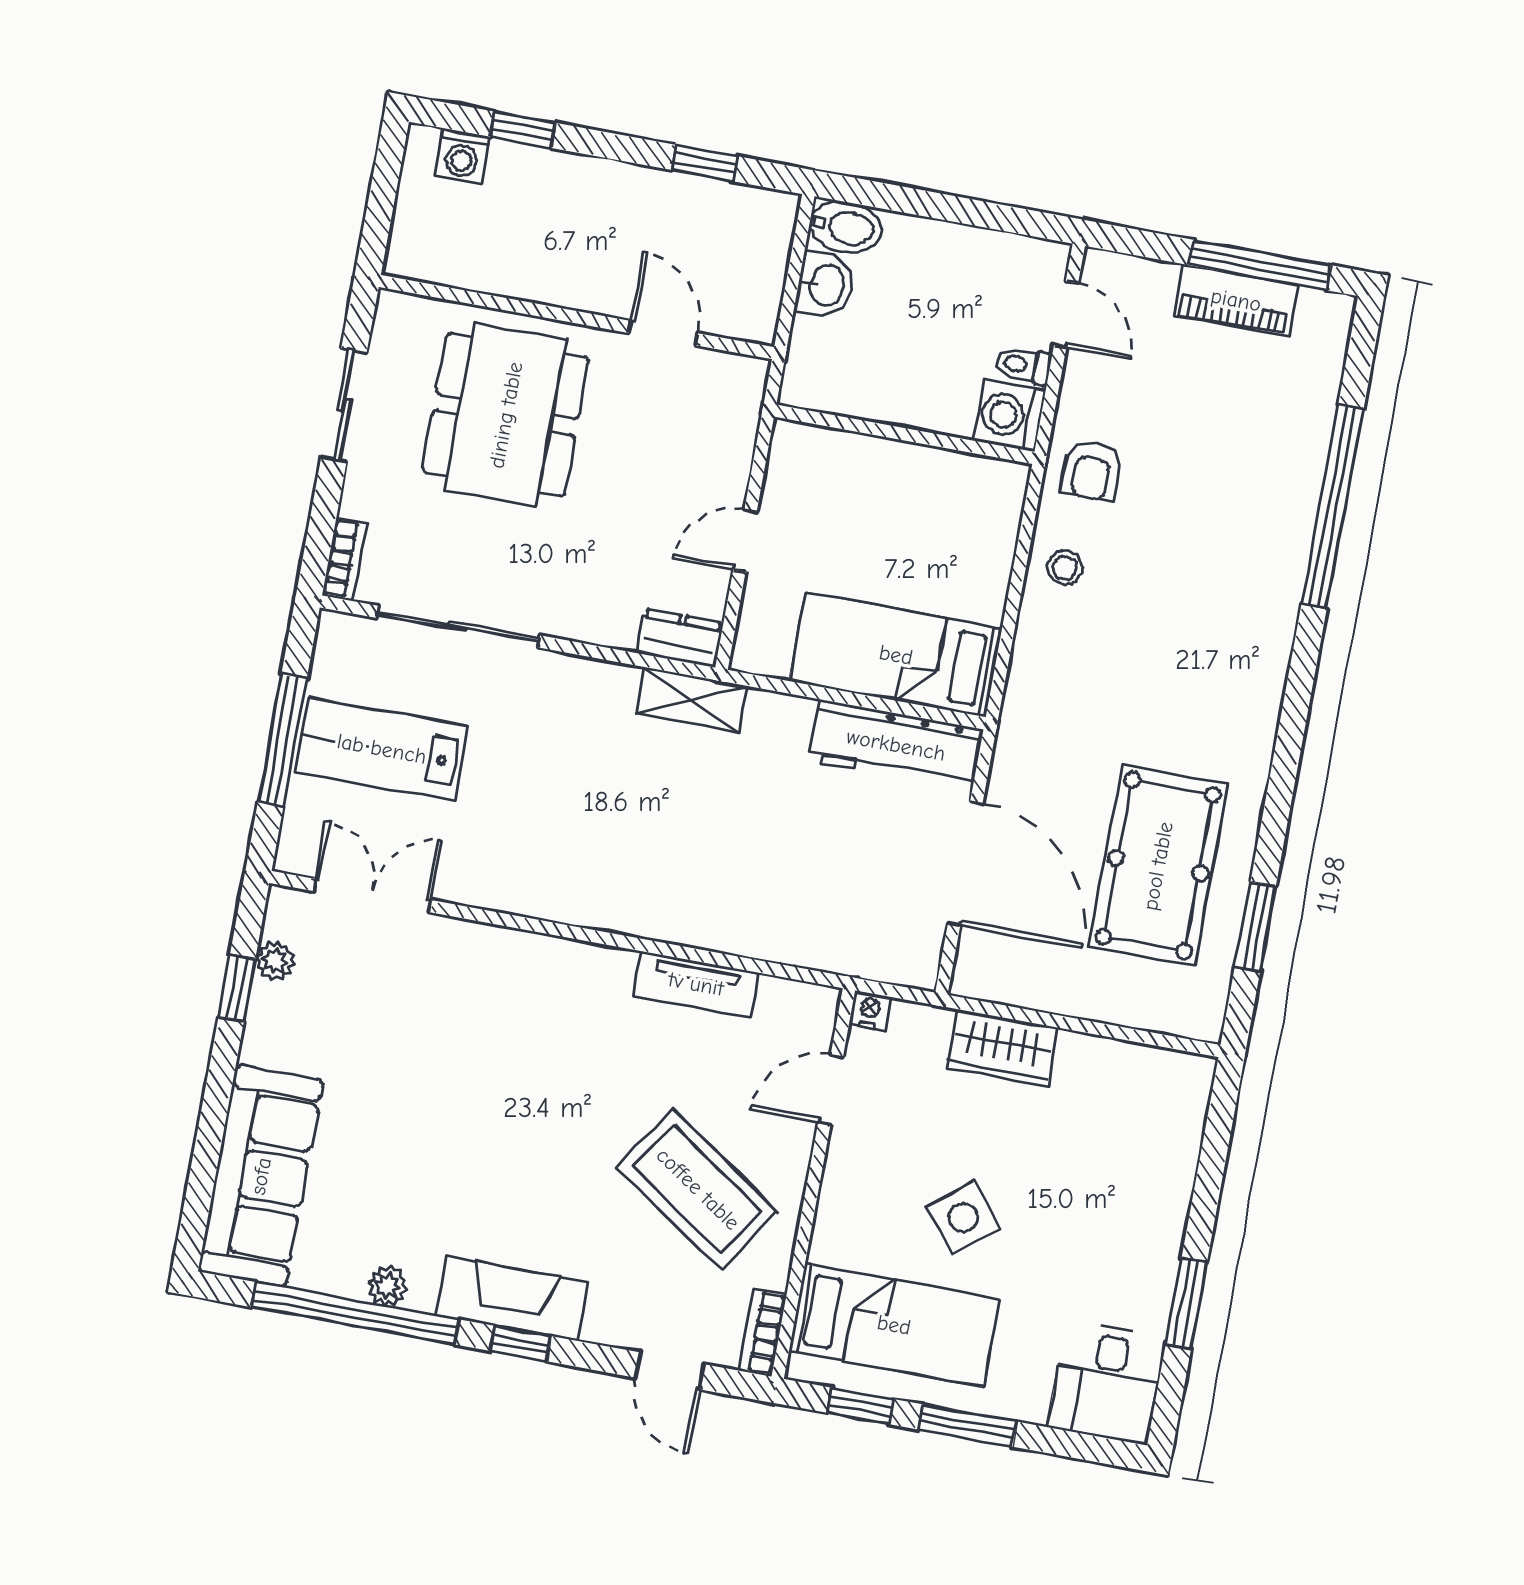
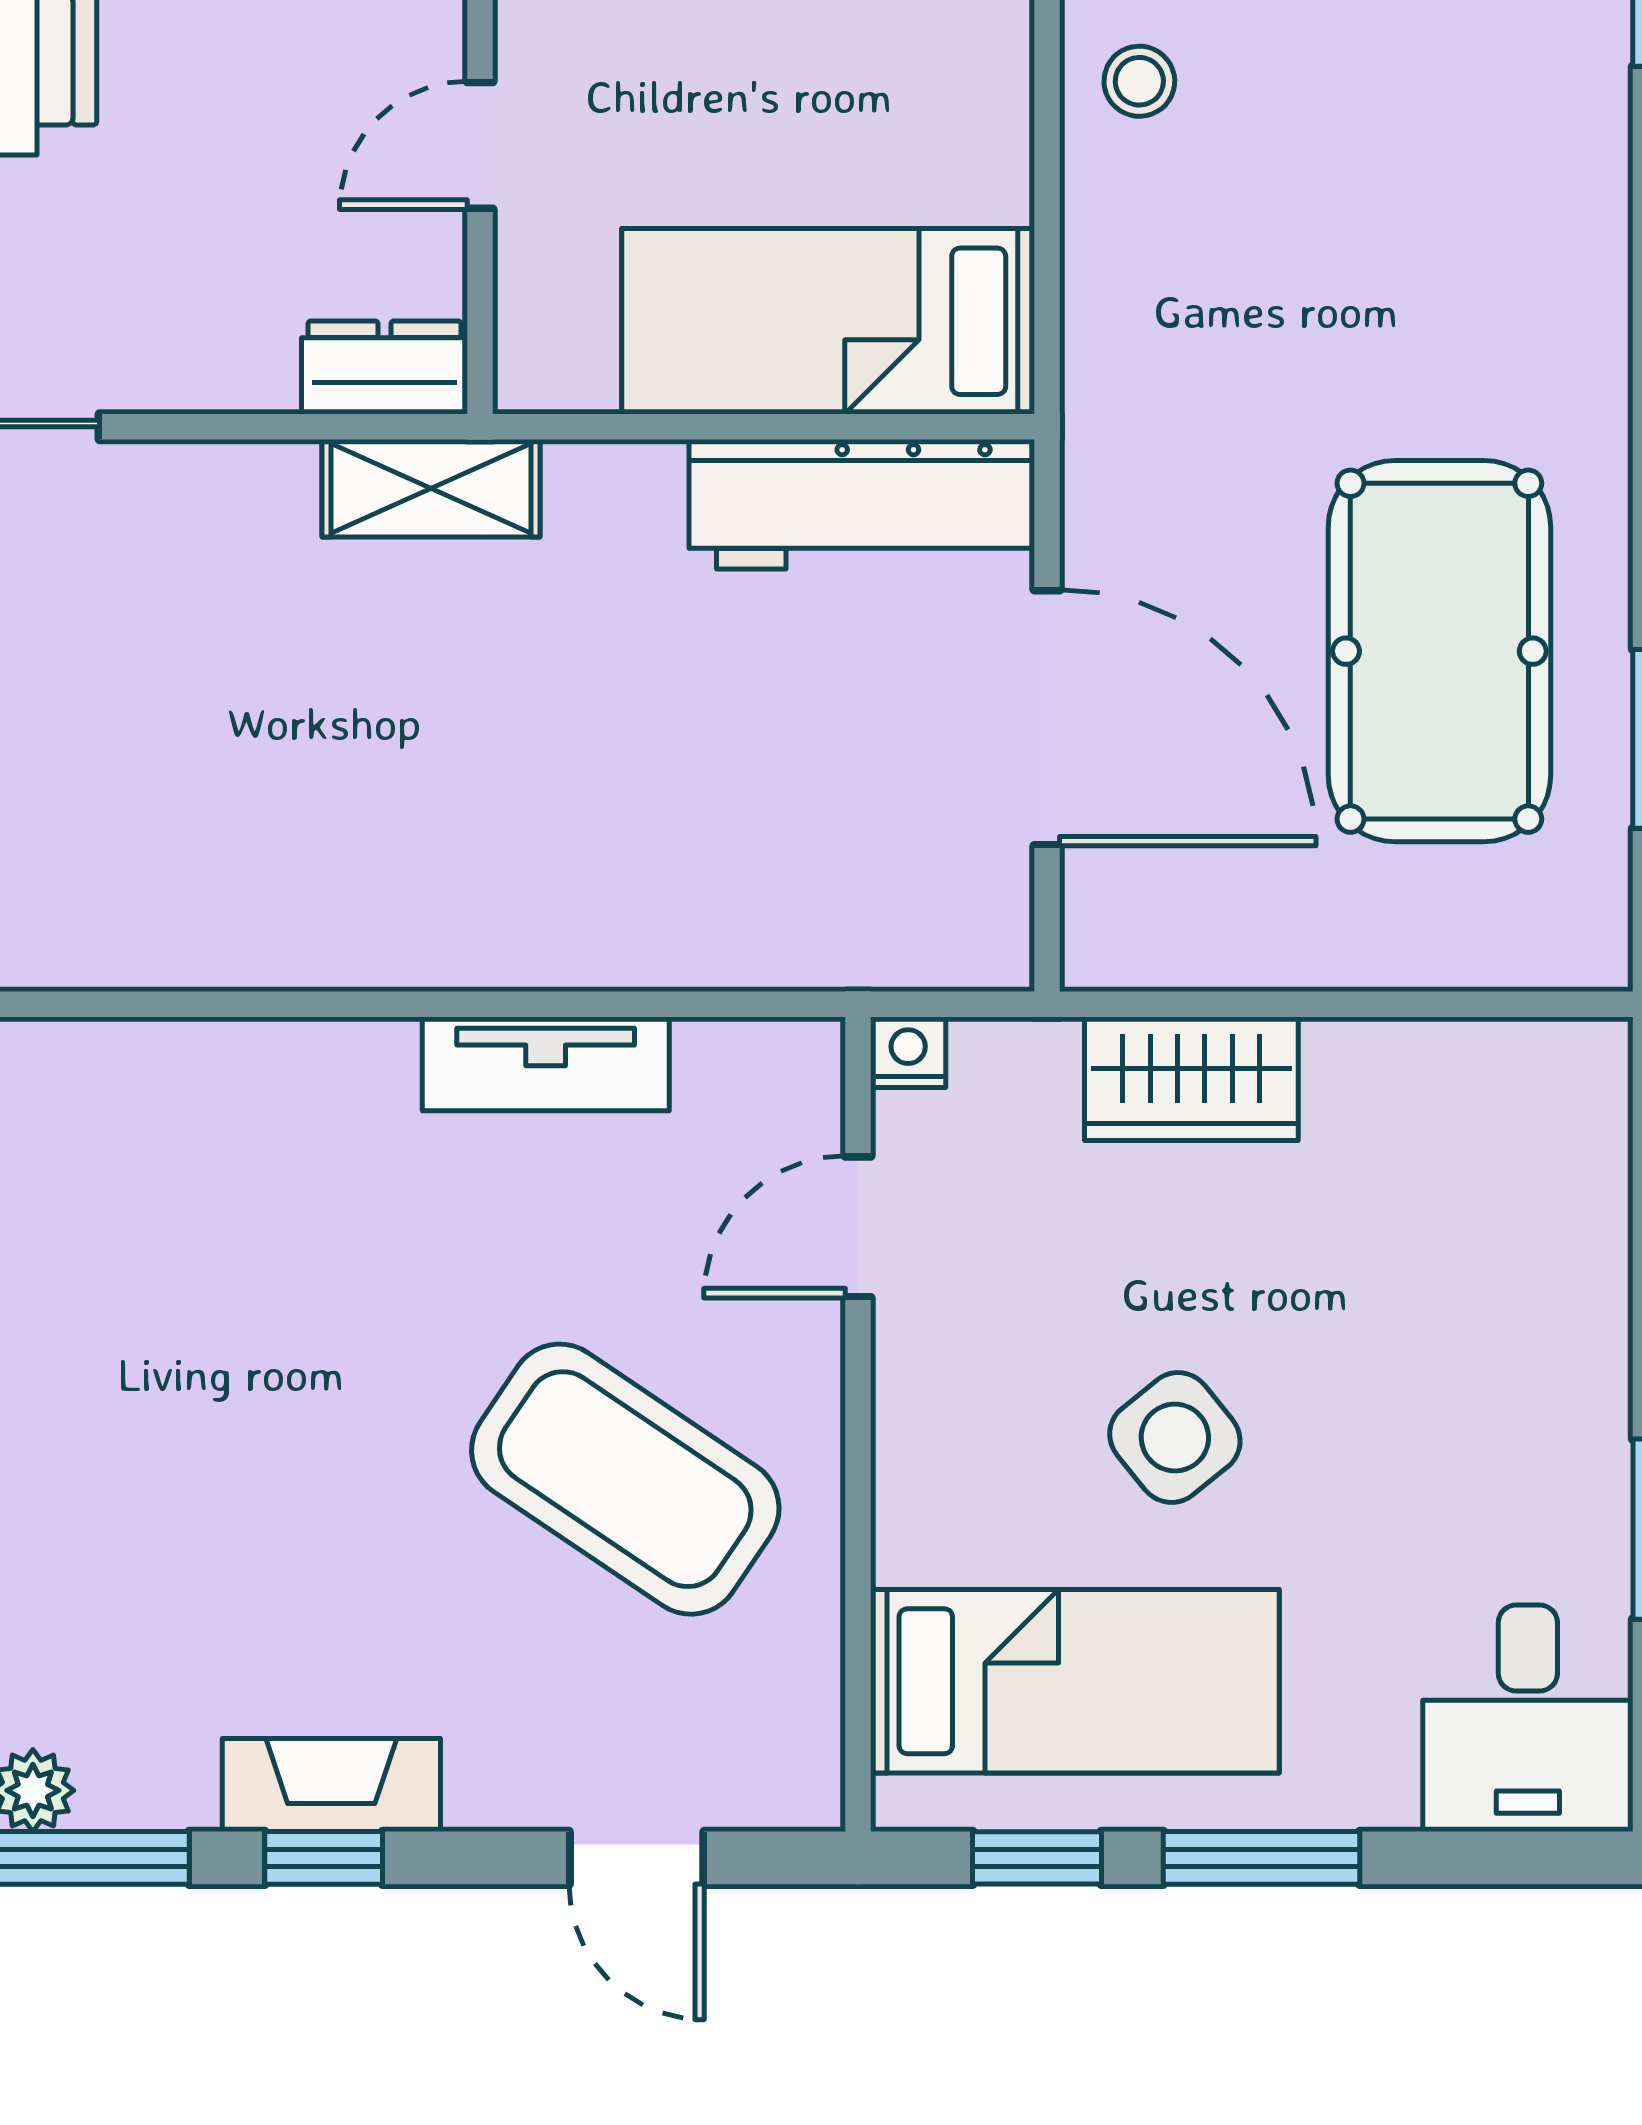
fireplace: (513, 1299) -> (331, 1785), width x0.73, depth x0.76
bookcase: (763, 1332) -> (811, 1745), removed

